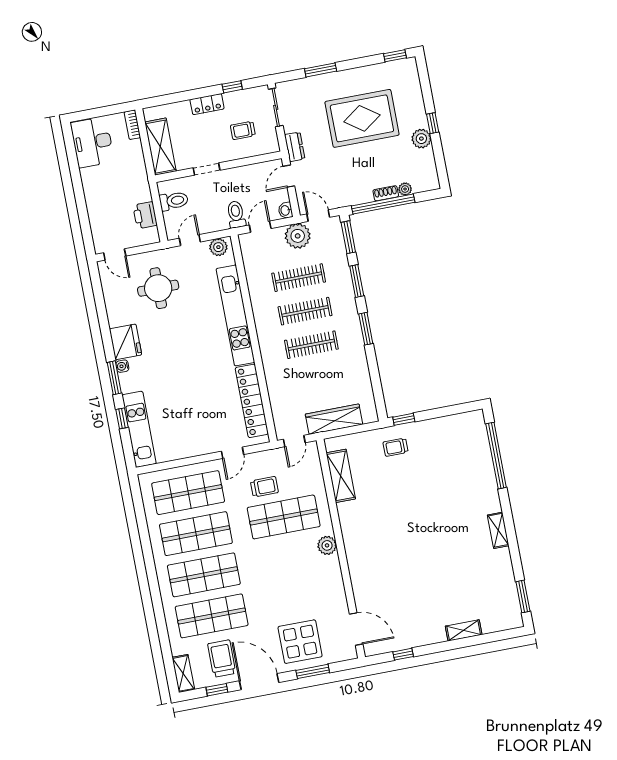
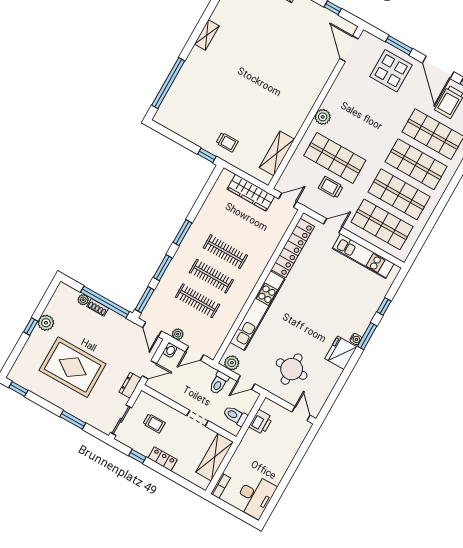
toilet: (236, 214) -> (219, 383), moved
plant: (298, 236) -> (178, 334), width x0.53, depth x0.53
kitchen unit: (139, 429) -> (363, 256), moved, turned -90

